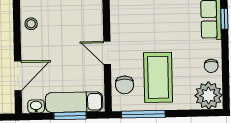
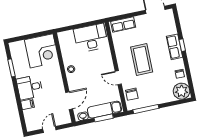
coffee table: (158, 77) -> (142, 60), moved

